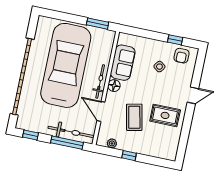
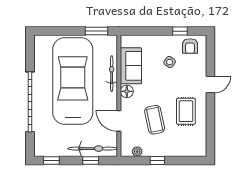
garage door: (22, 77) -> (30, 102), width x0.73
bicycle: (100, 81) -> (112, 74), moved
rug: (165, 115) -> (186, 111), turned 90
window: (67, 143) -> (91, 160), width x0.46

